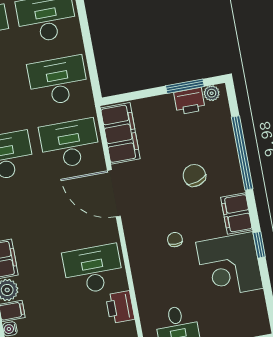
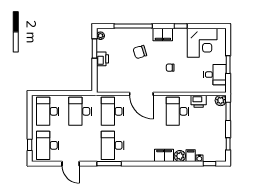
printer: (189, 101) -> (102, 59), moved
filing cabinet: (120, 133) -> (112, 85), removed
door: (114, 193) -> (141, 94), hinge flipped
corner desk: (230, 265) -> (202, 43), moved

